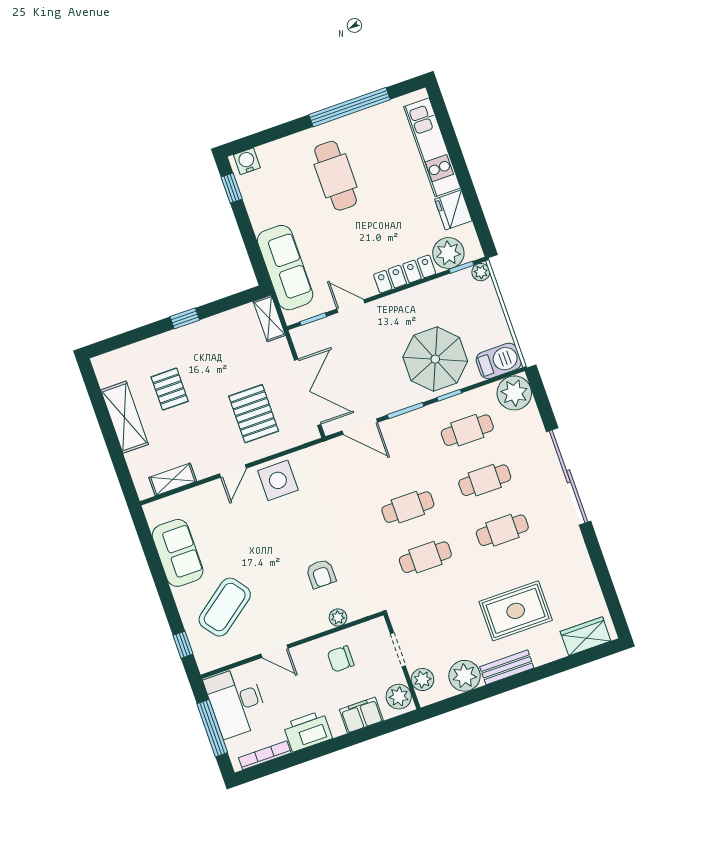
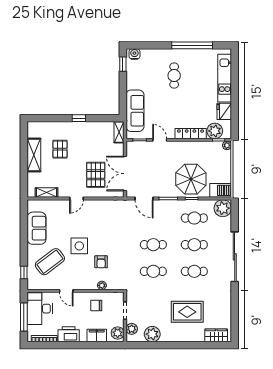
cafe table: (336, 176) -> (174, 76), width x0.73, depth x0.74
double door: (308, 392) -> (125, 174), swing flipped
side table: (278, 480) -> (79, 246), moved
bench: (507, 667) -> (174, 337), removed

